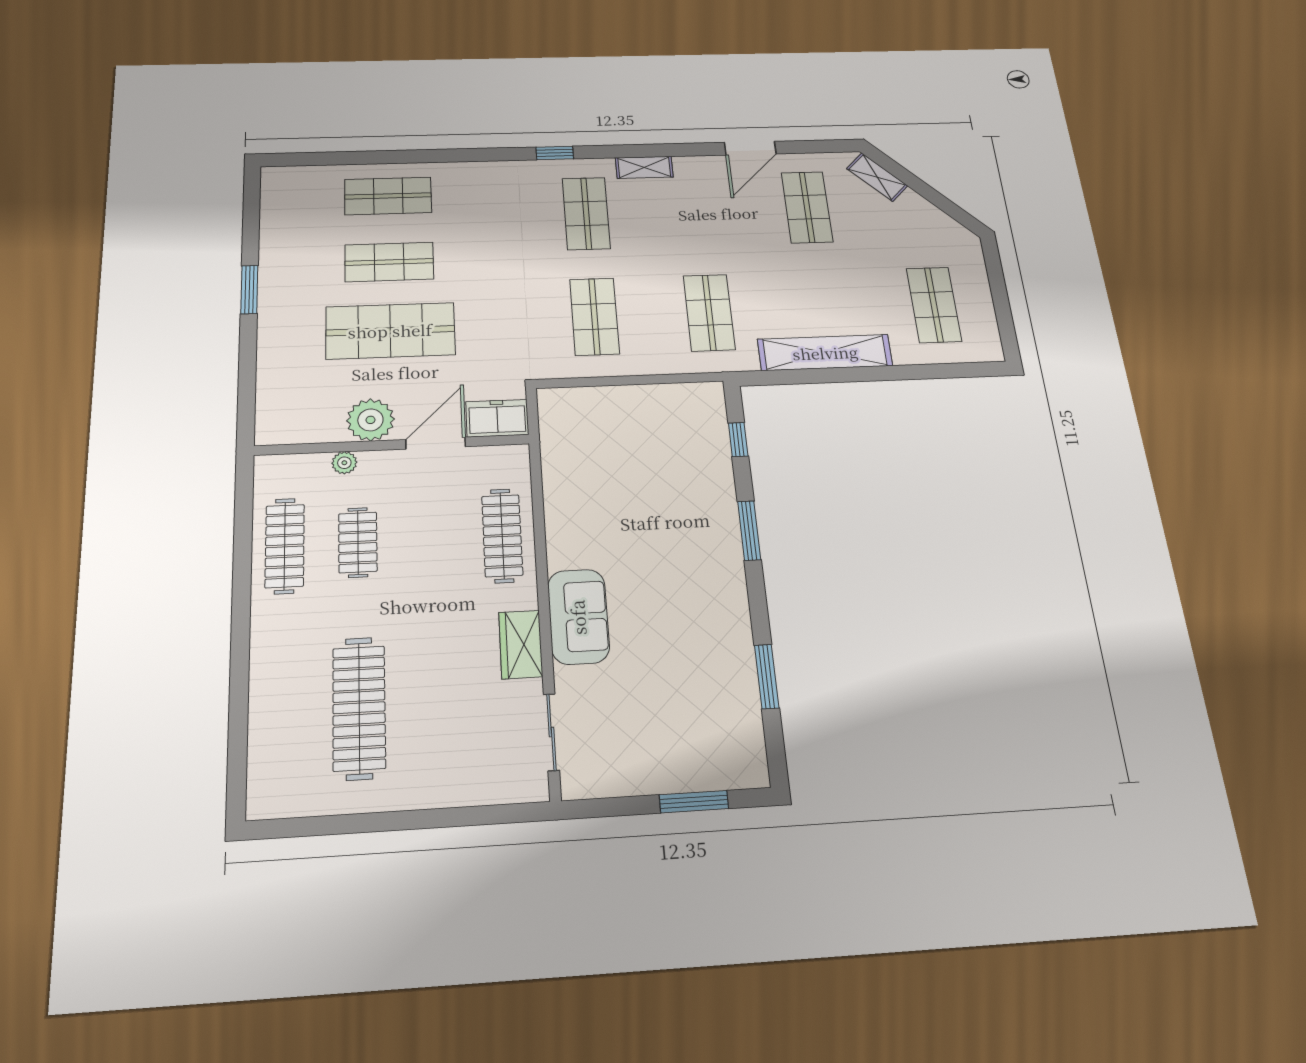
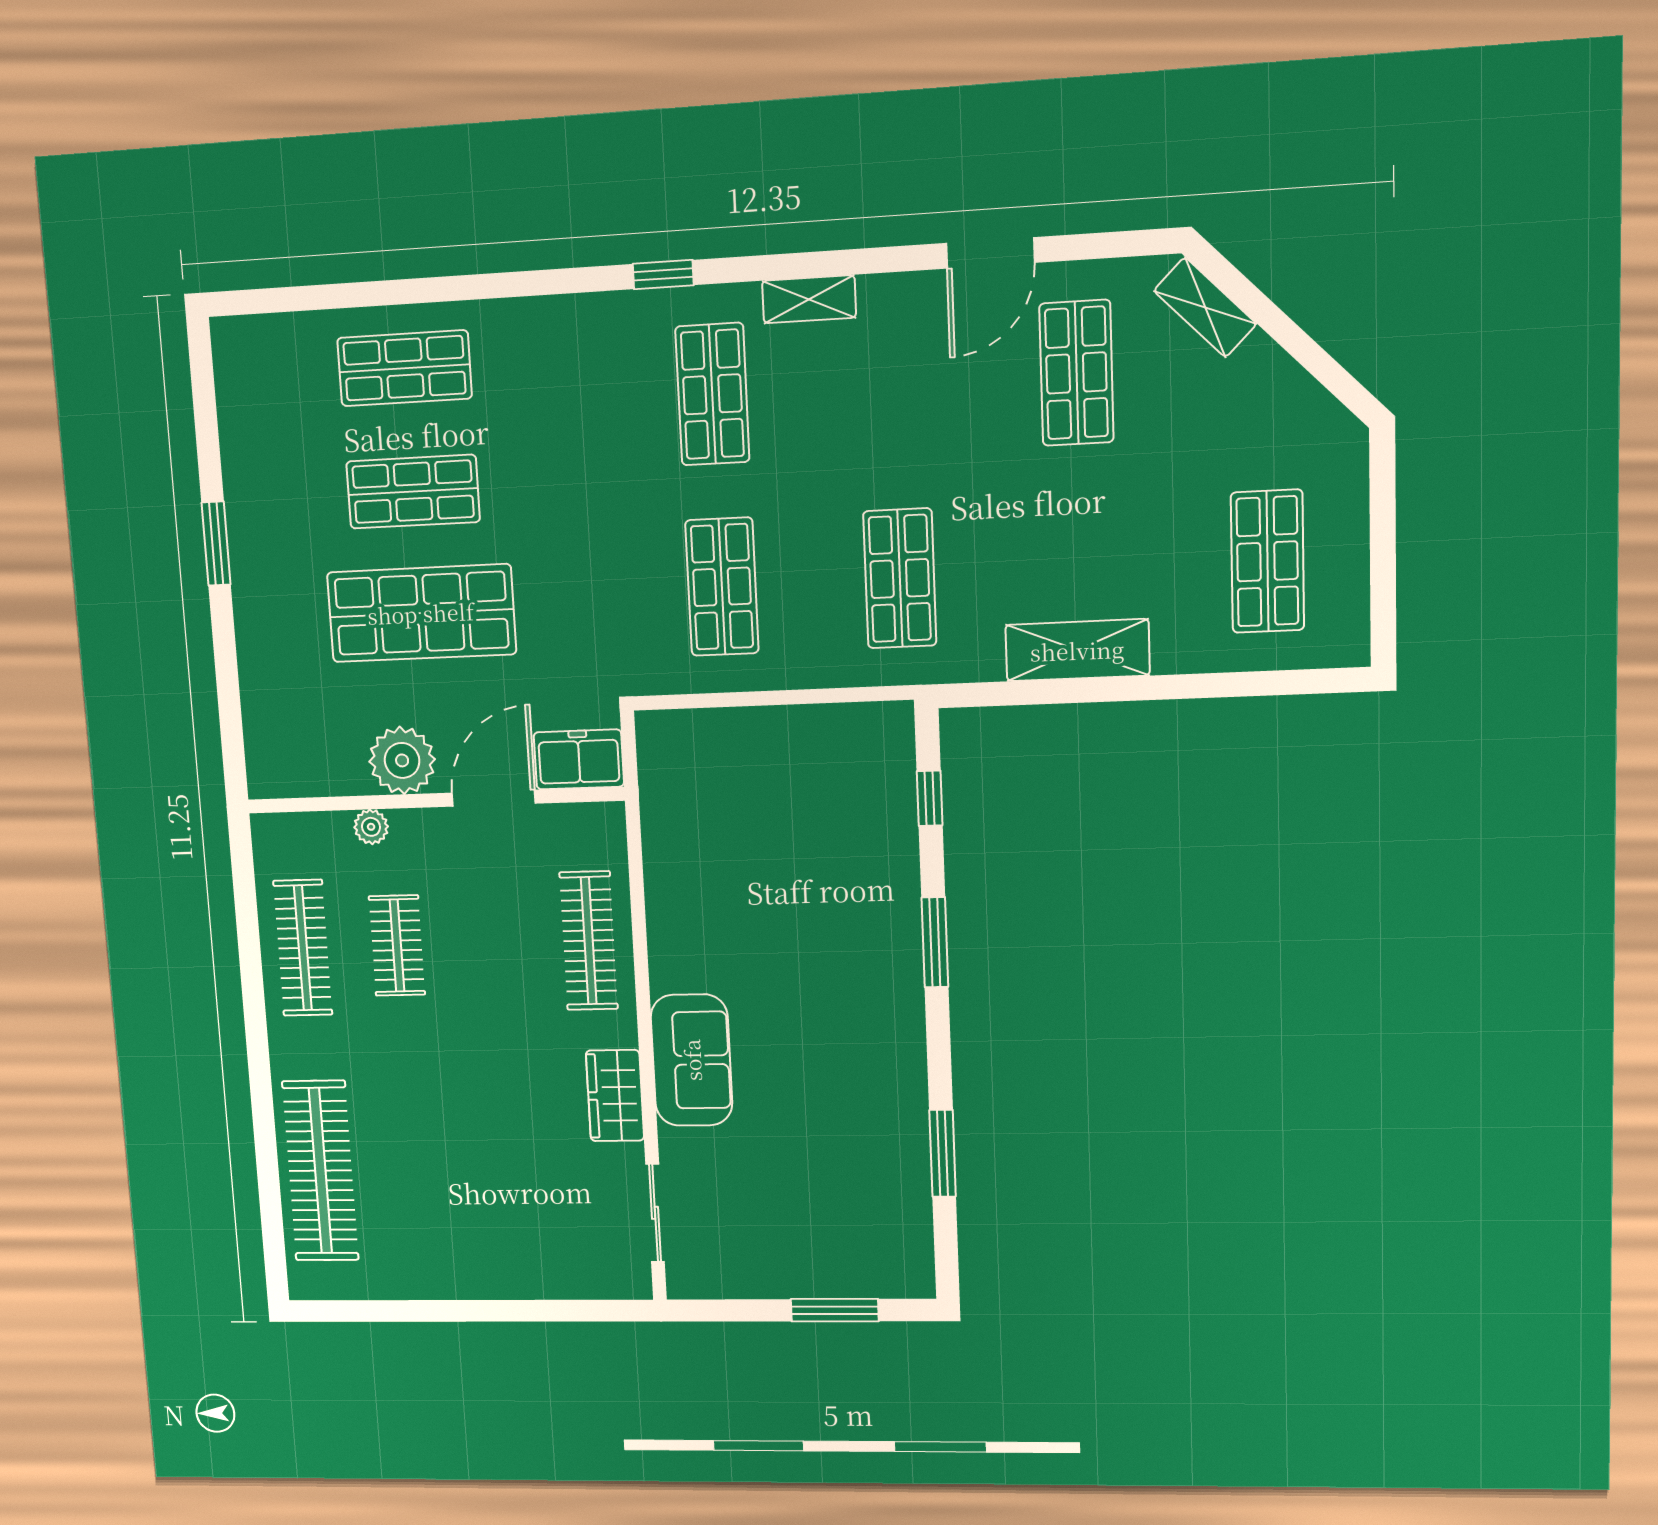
shelving: (825, 353) -> (1077, 650), width x0.68
clothes rail: (359, 708) -> (320, 1171), moved

